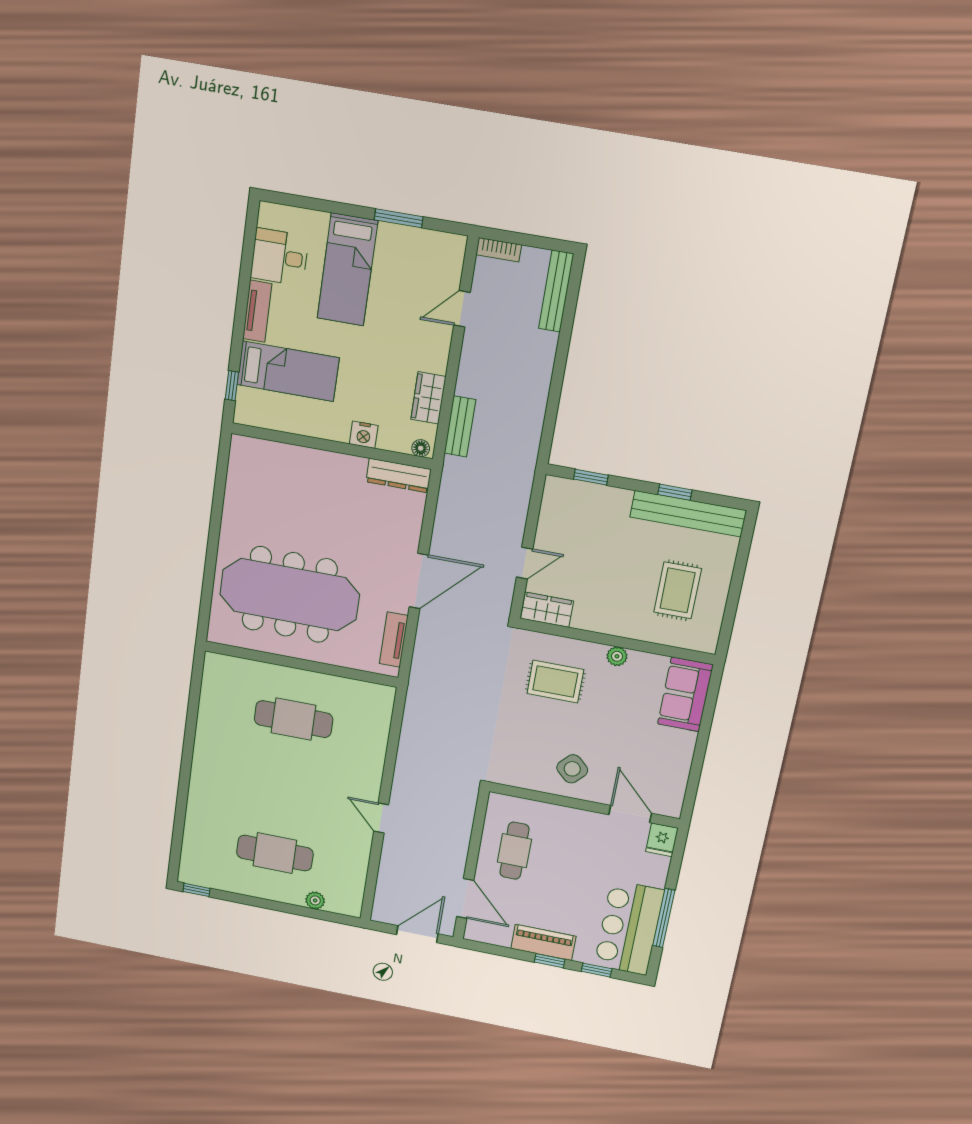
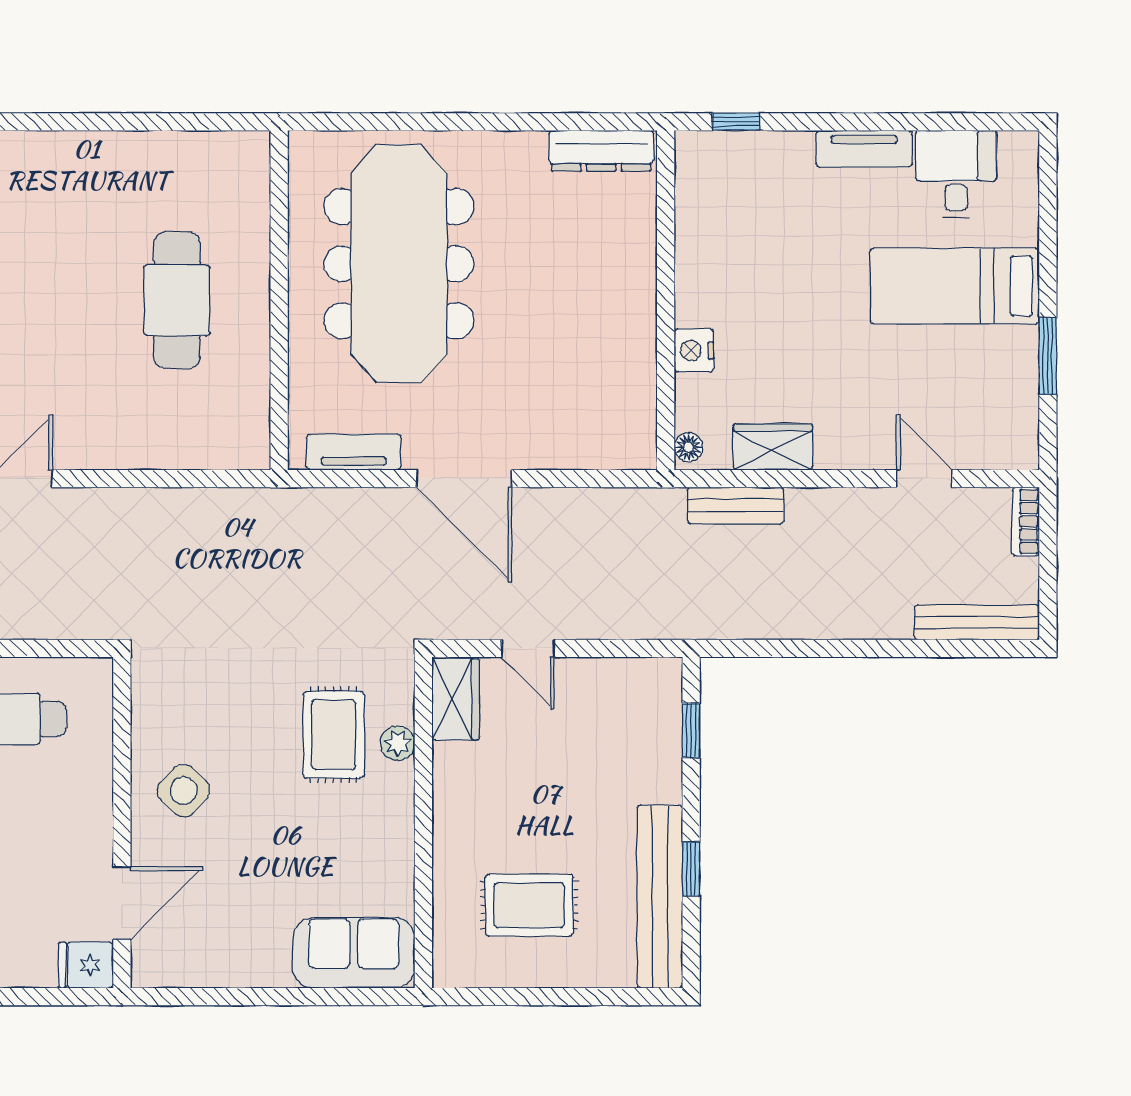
bed: (288, 371) -> (776, 211), removed
dresser: (399, 476) -> (601, 151), moved, turned -90
plant: (617, 656) -> (398, 743), moved

